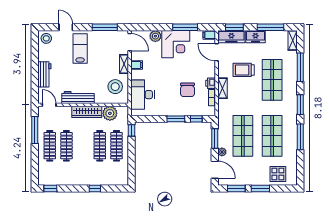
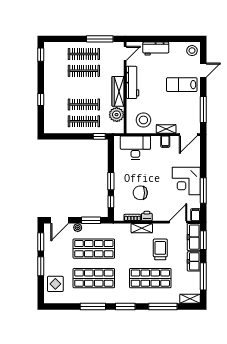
plant: (155, 36) -> (194, 161), removed
lab bench: (80, 49) -> (182, 85), turned 180

